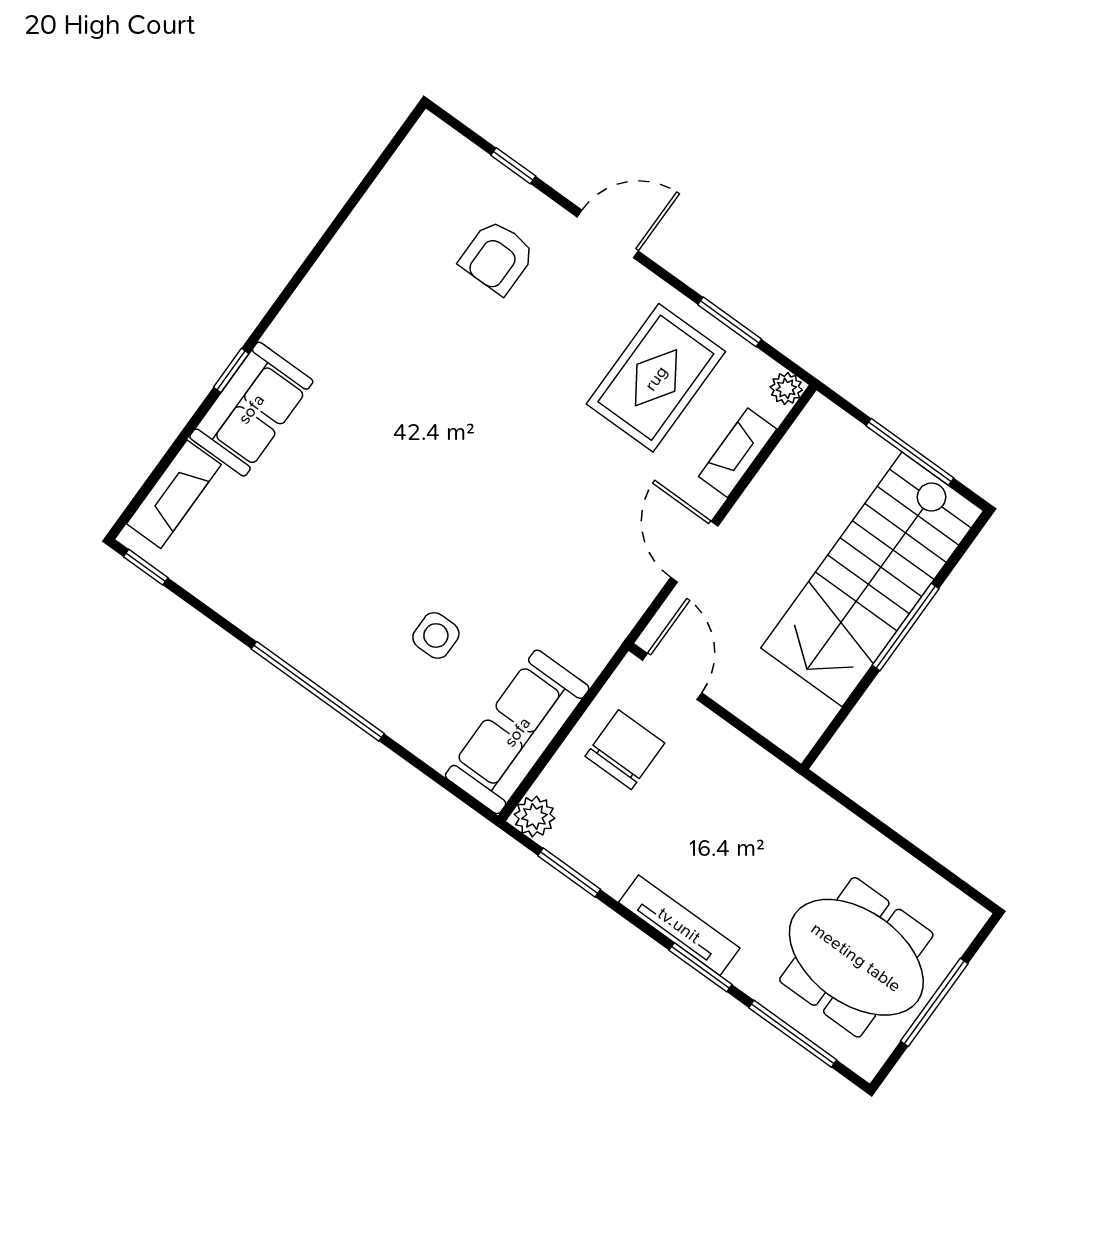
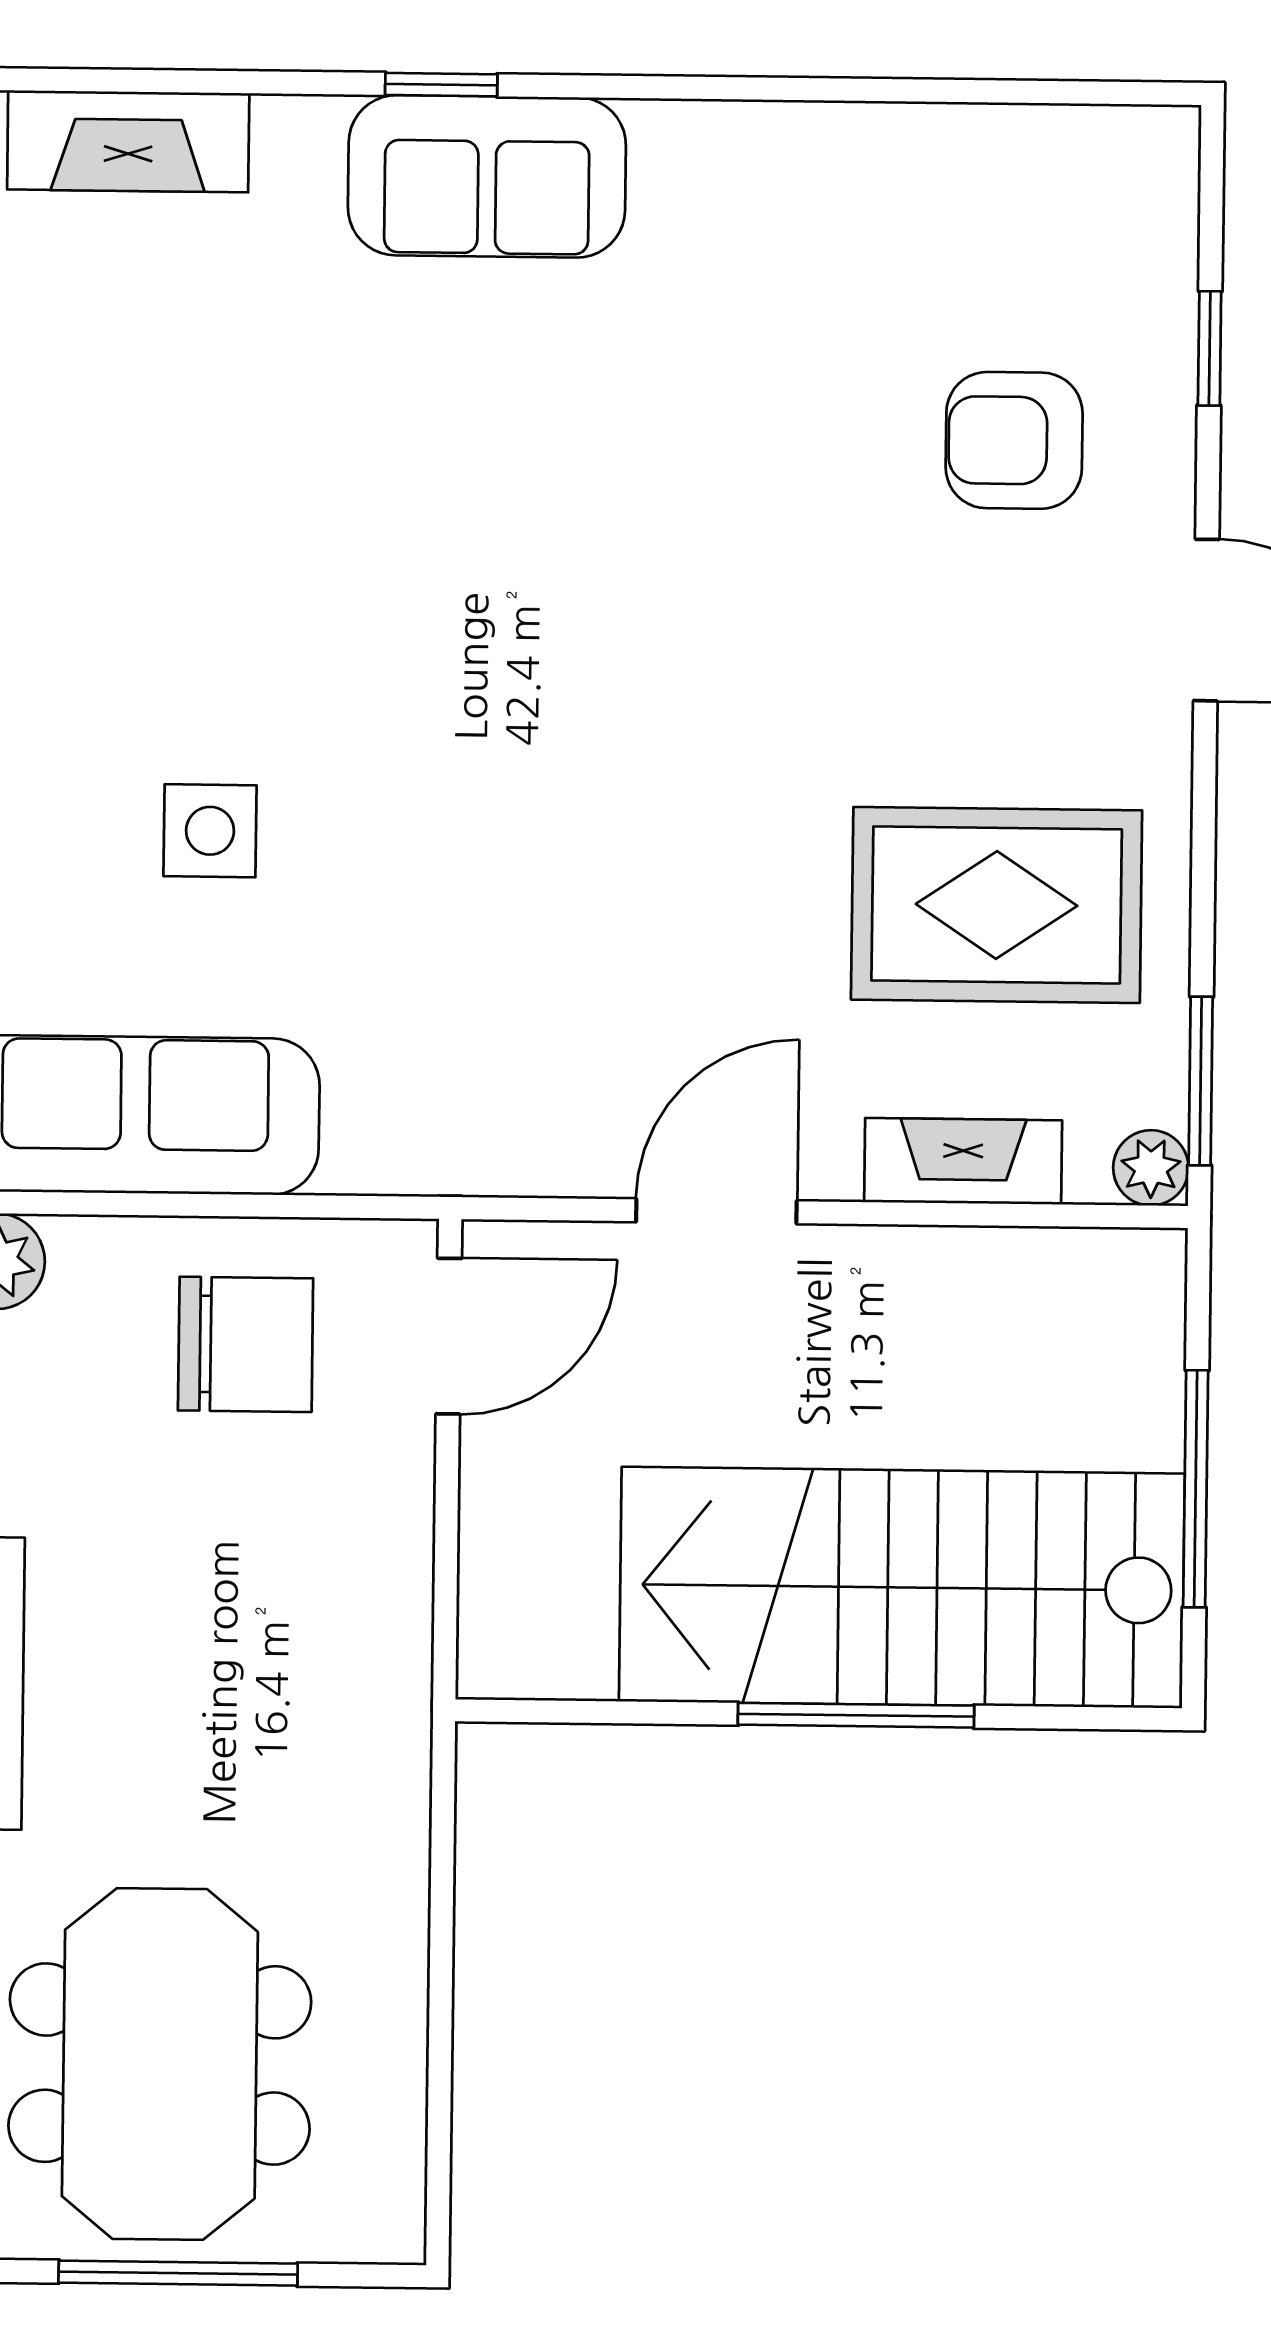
window: (730, 322) -> (1201, 1081), moved
sofa: (251, 409) -> (487, 176), moved

